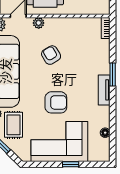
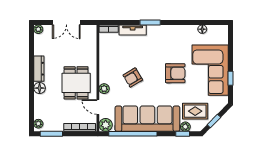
tv unit: (104, 90) -> (133, 30), moved
armchair: (56, 102) -> (175, 73), turned 90
window: (71, 164) -> (231, 78), moved

